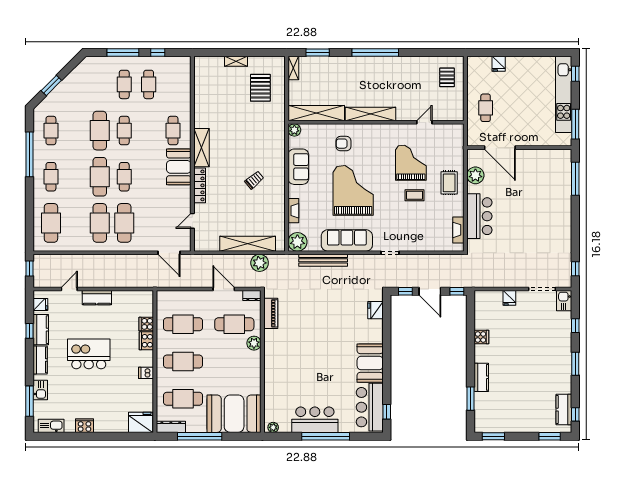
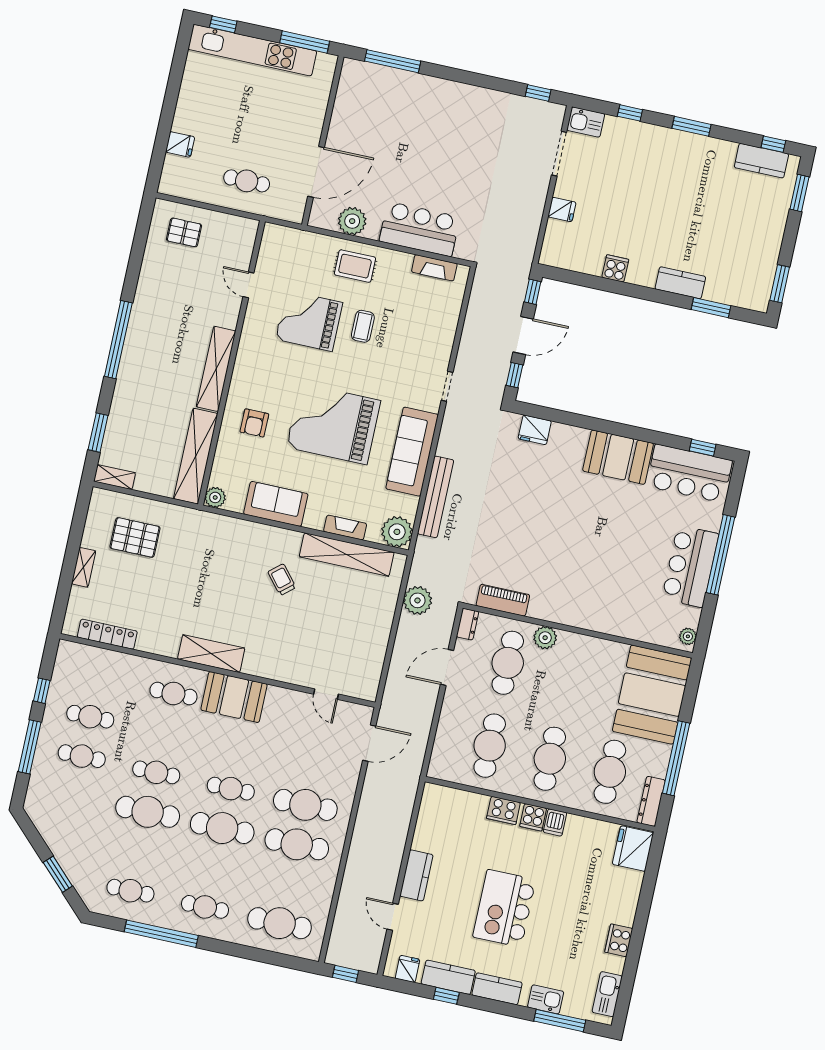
locker: (200, 185) -> (107, 634), moved
shelving: (248, 244) -> (347, 554), moved, turned 90
cooker: (146, 324) -> (533, 817), moved

